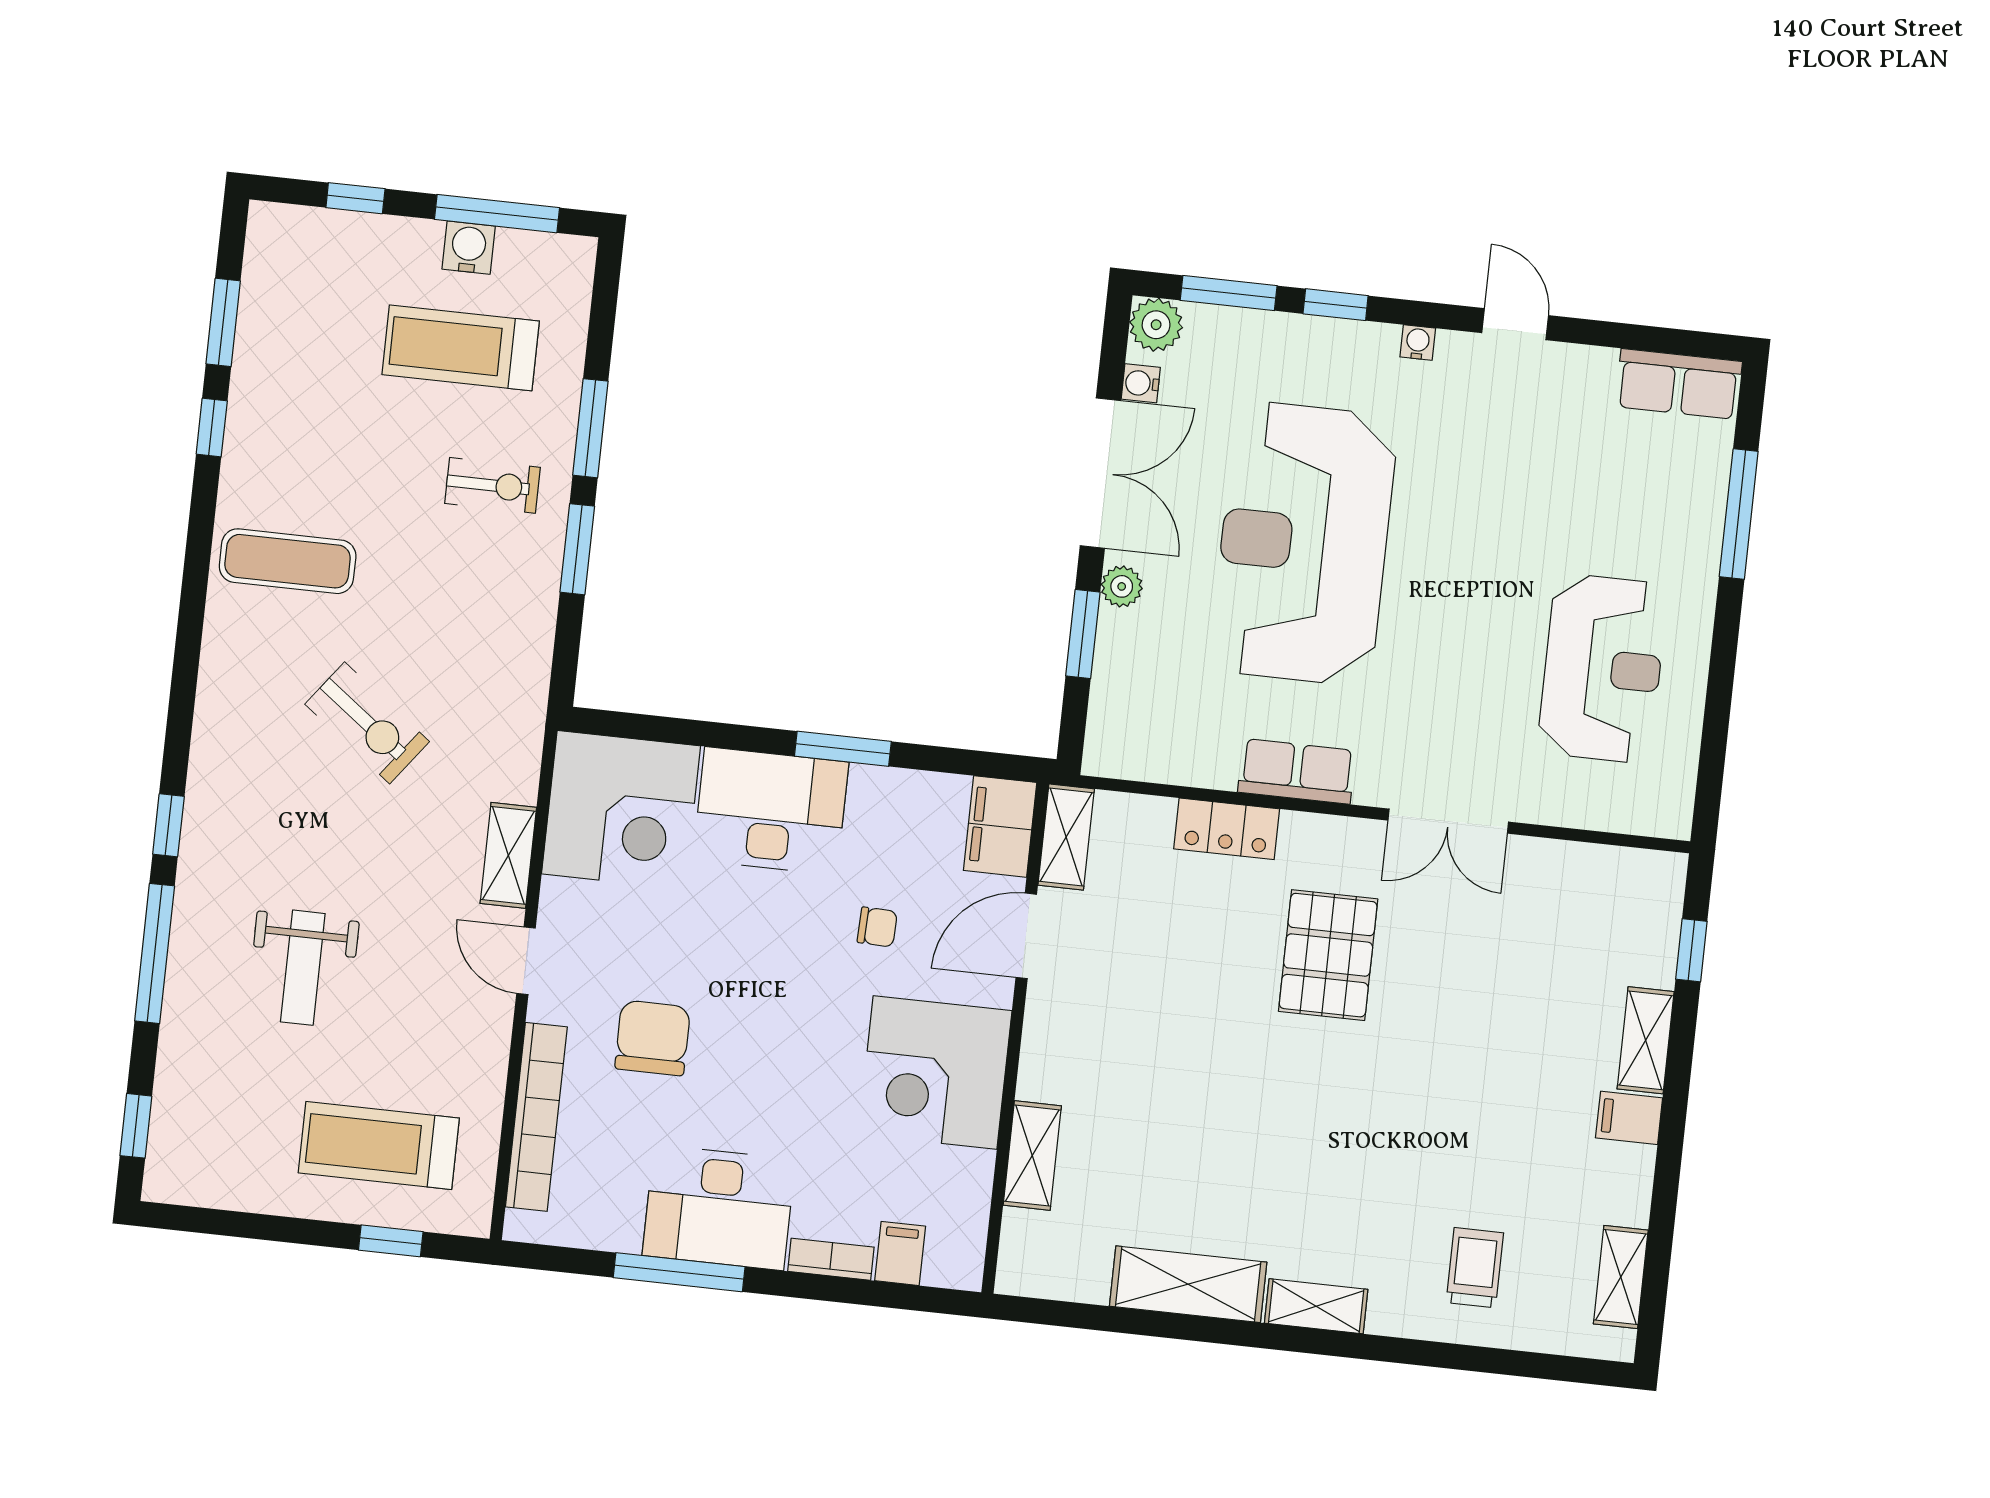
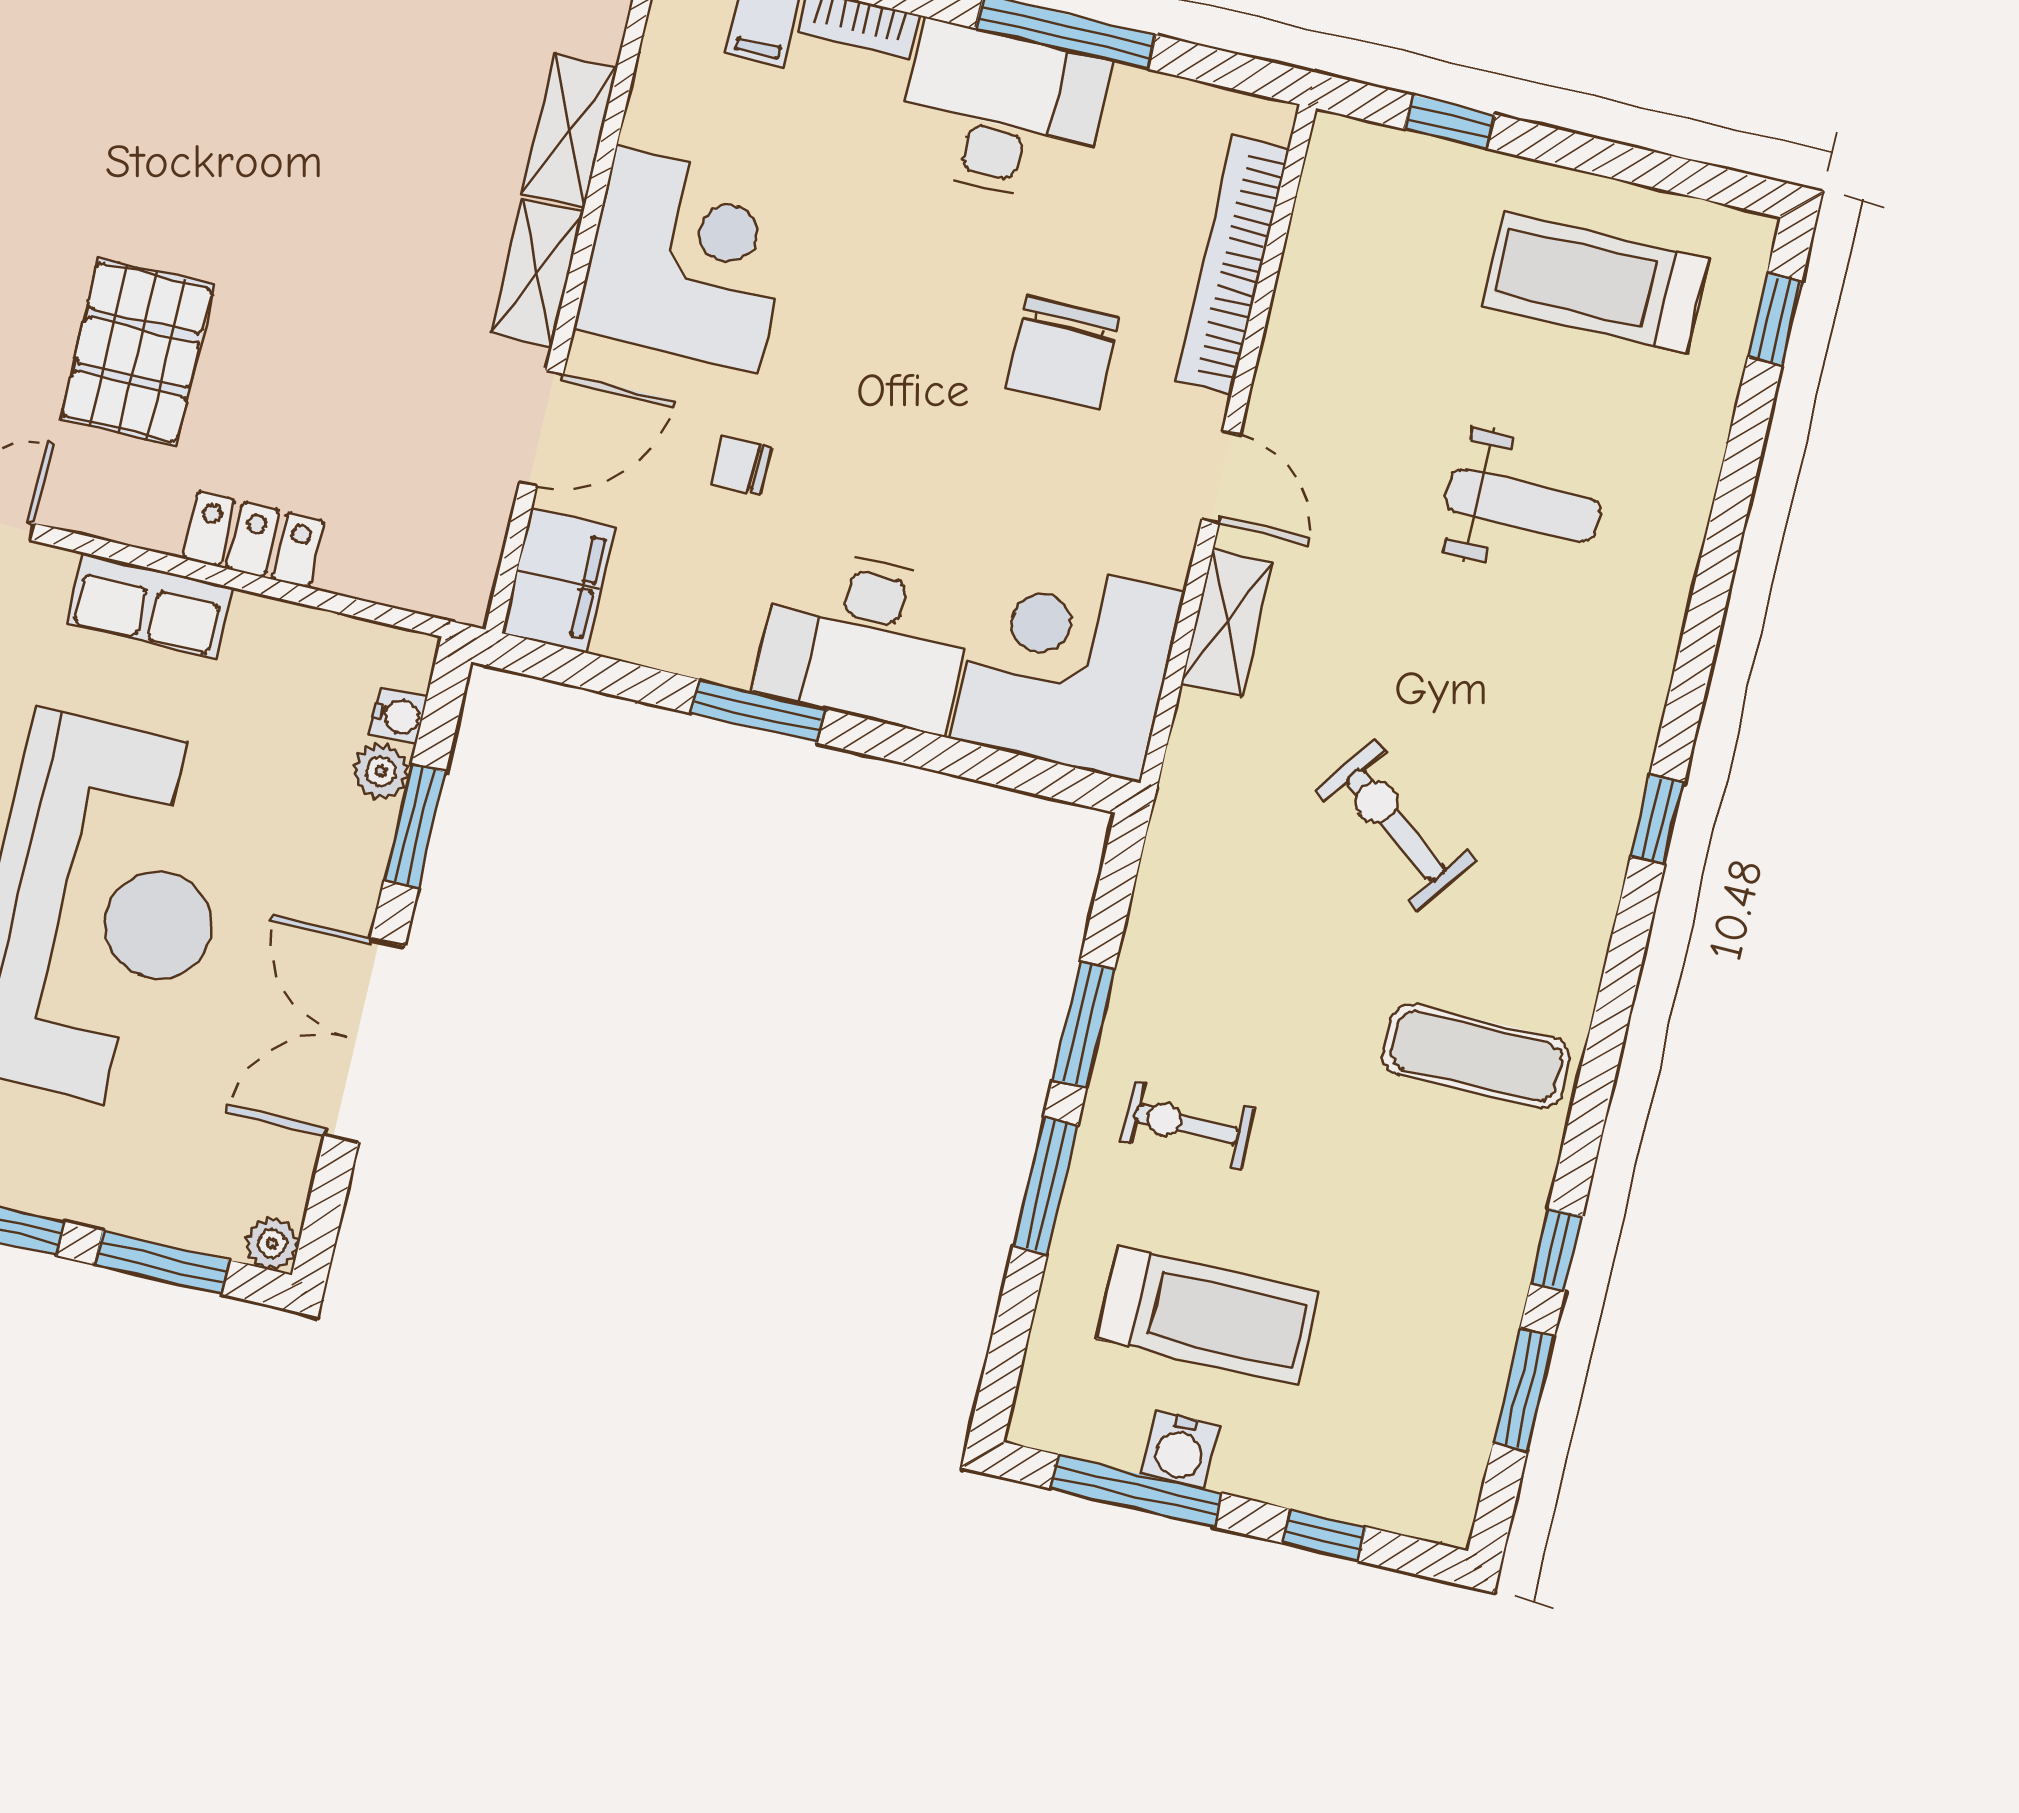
plant: (1156, 325) -> (272, 1243), width x0.73, depth x0.73
water cooler: (1141, 383) -> (398, 716), moved
plant: (1122, 586) -> (381, 771), moved
window: (168, 825) -> (1657, 820), moved
shelving: (1066, 837) -> (537, 273), moved
window: (155, 953) -> (1721, 549), removed
weight bench: (303, 968) -> (1523, 505), turned 90
treadmill: (379, 1145) -> (1596, 283), moved, turned 180

